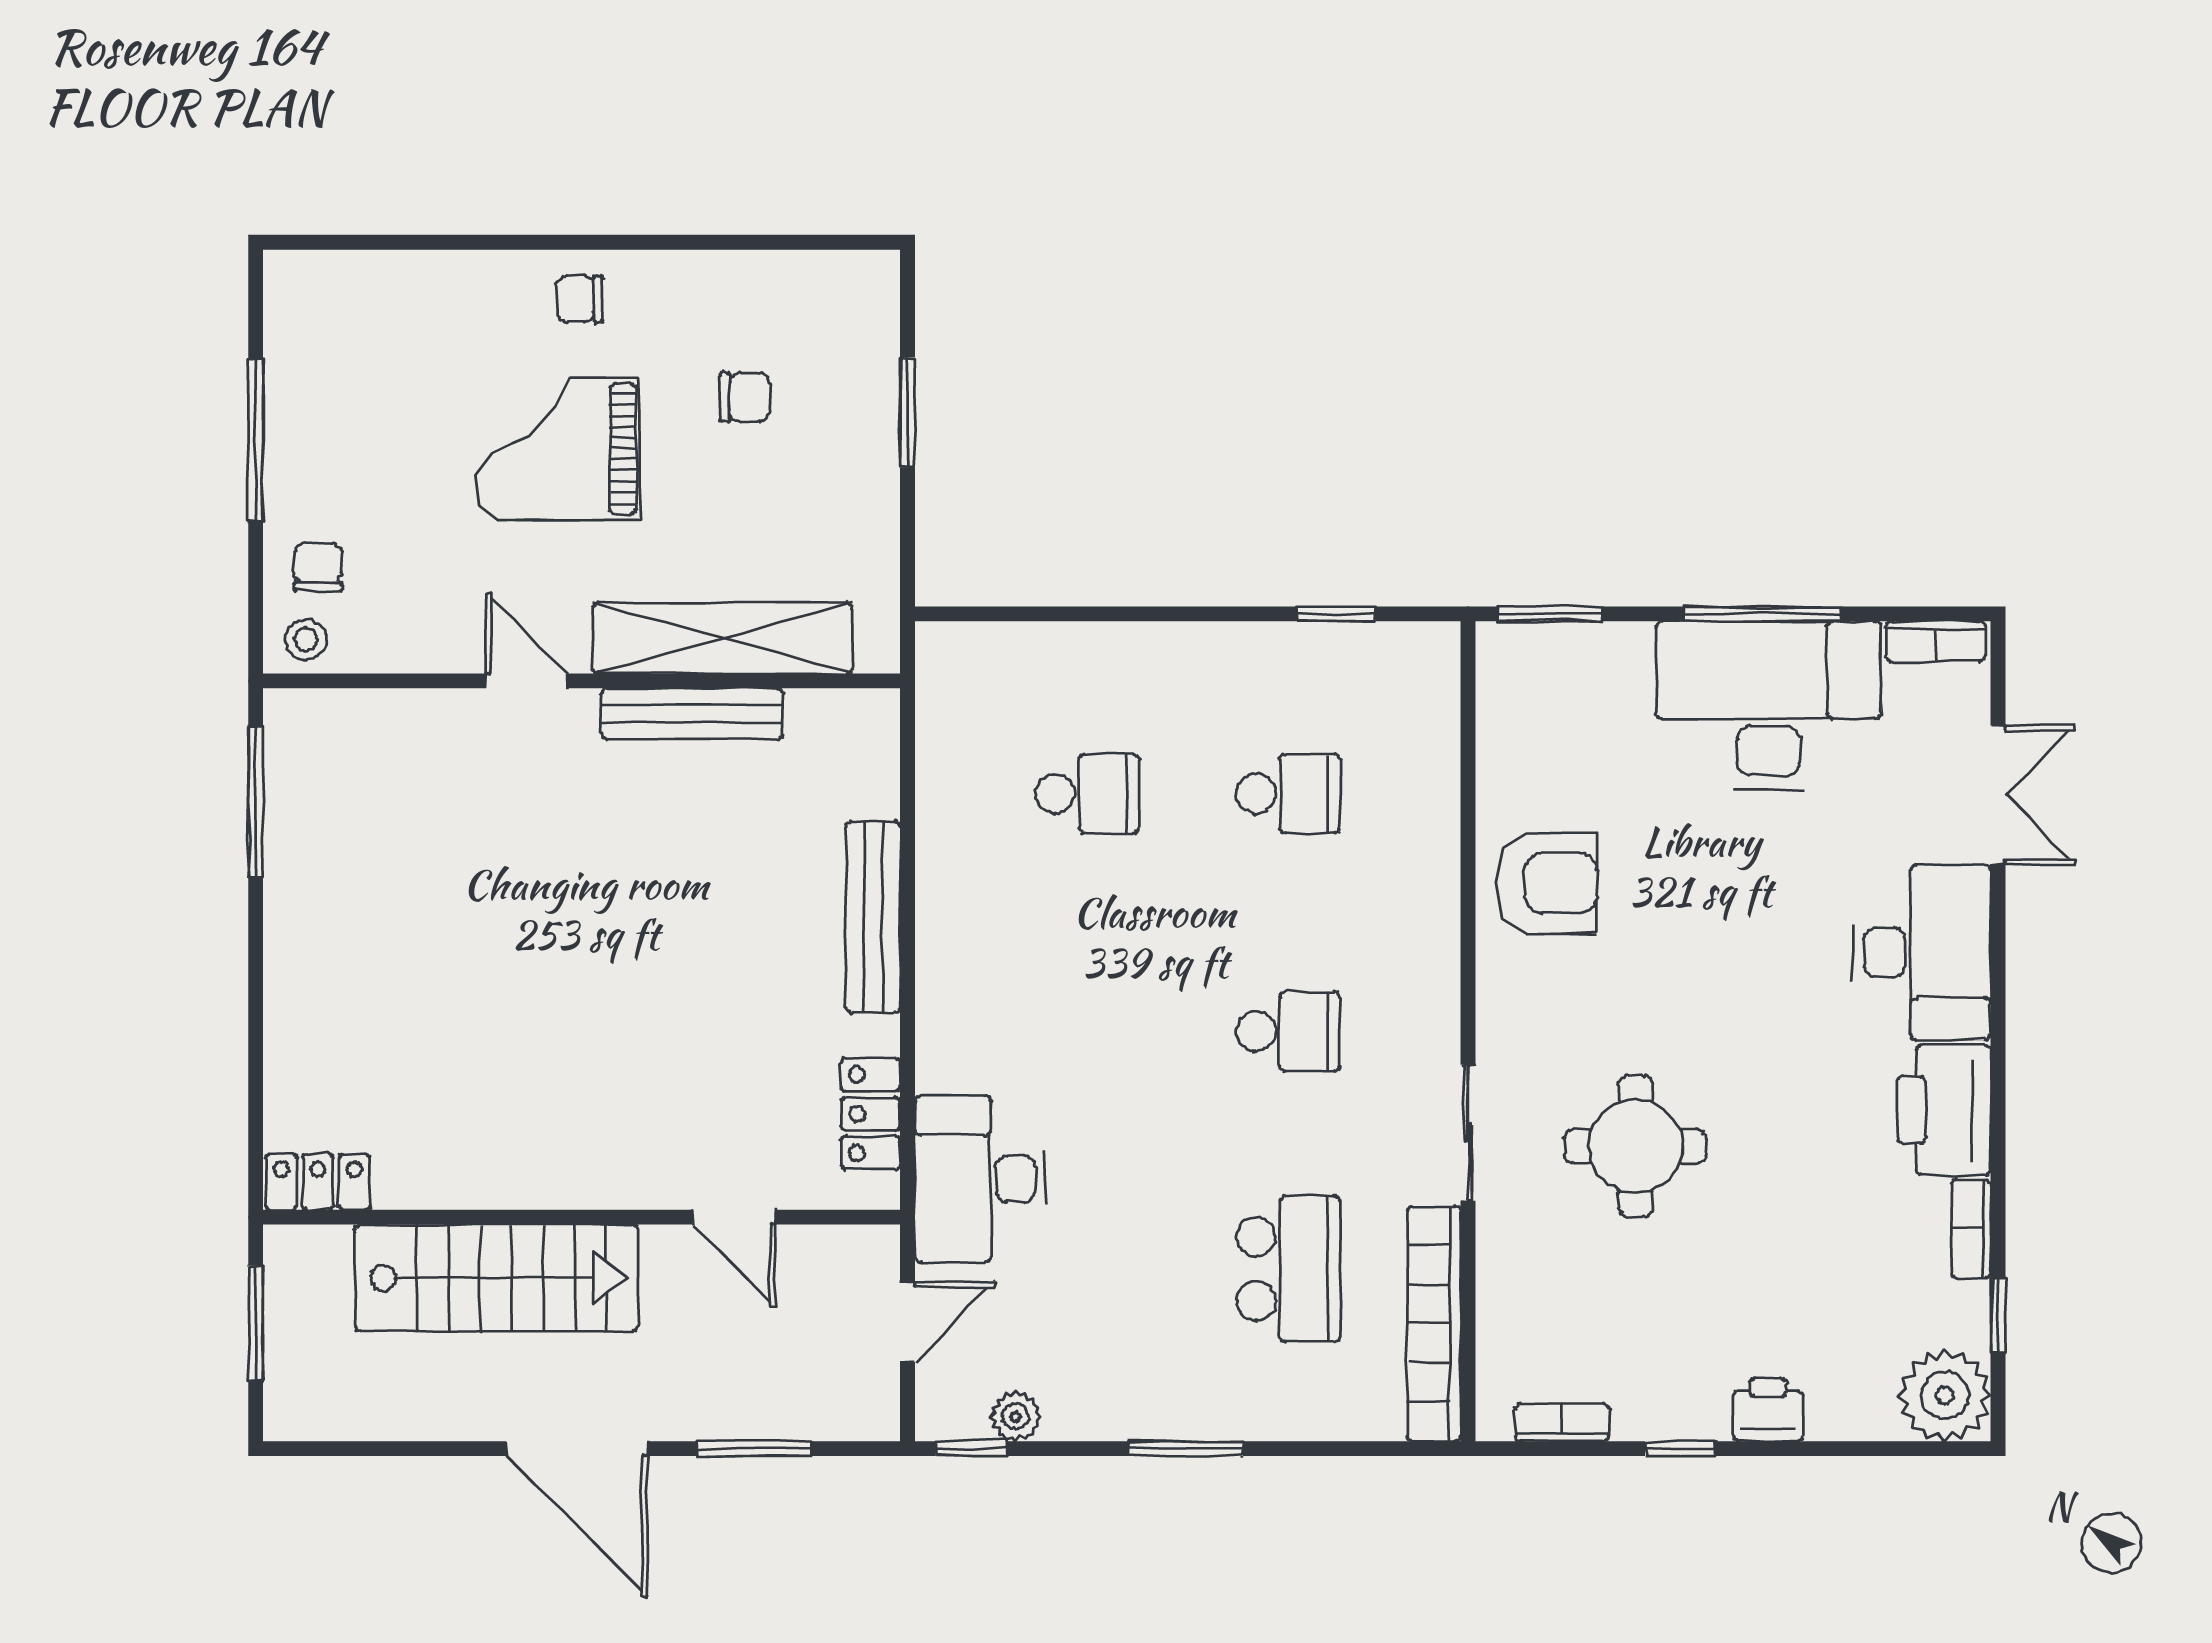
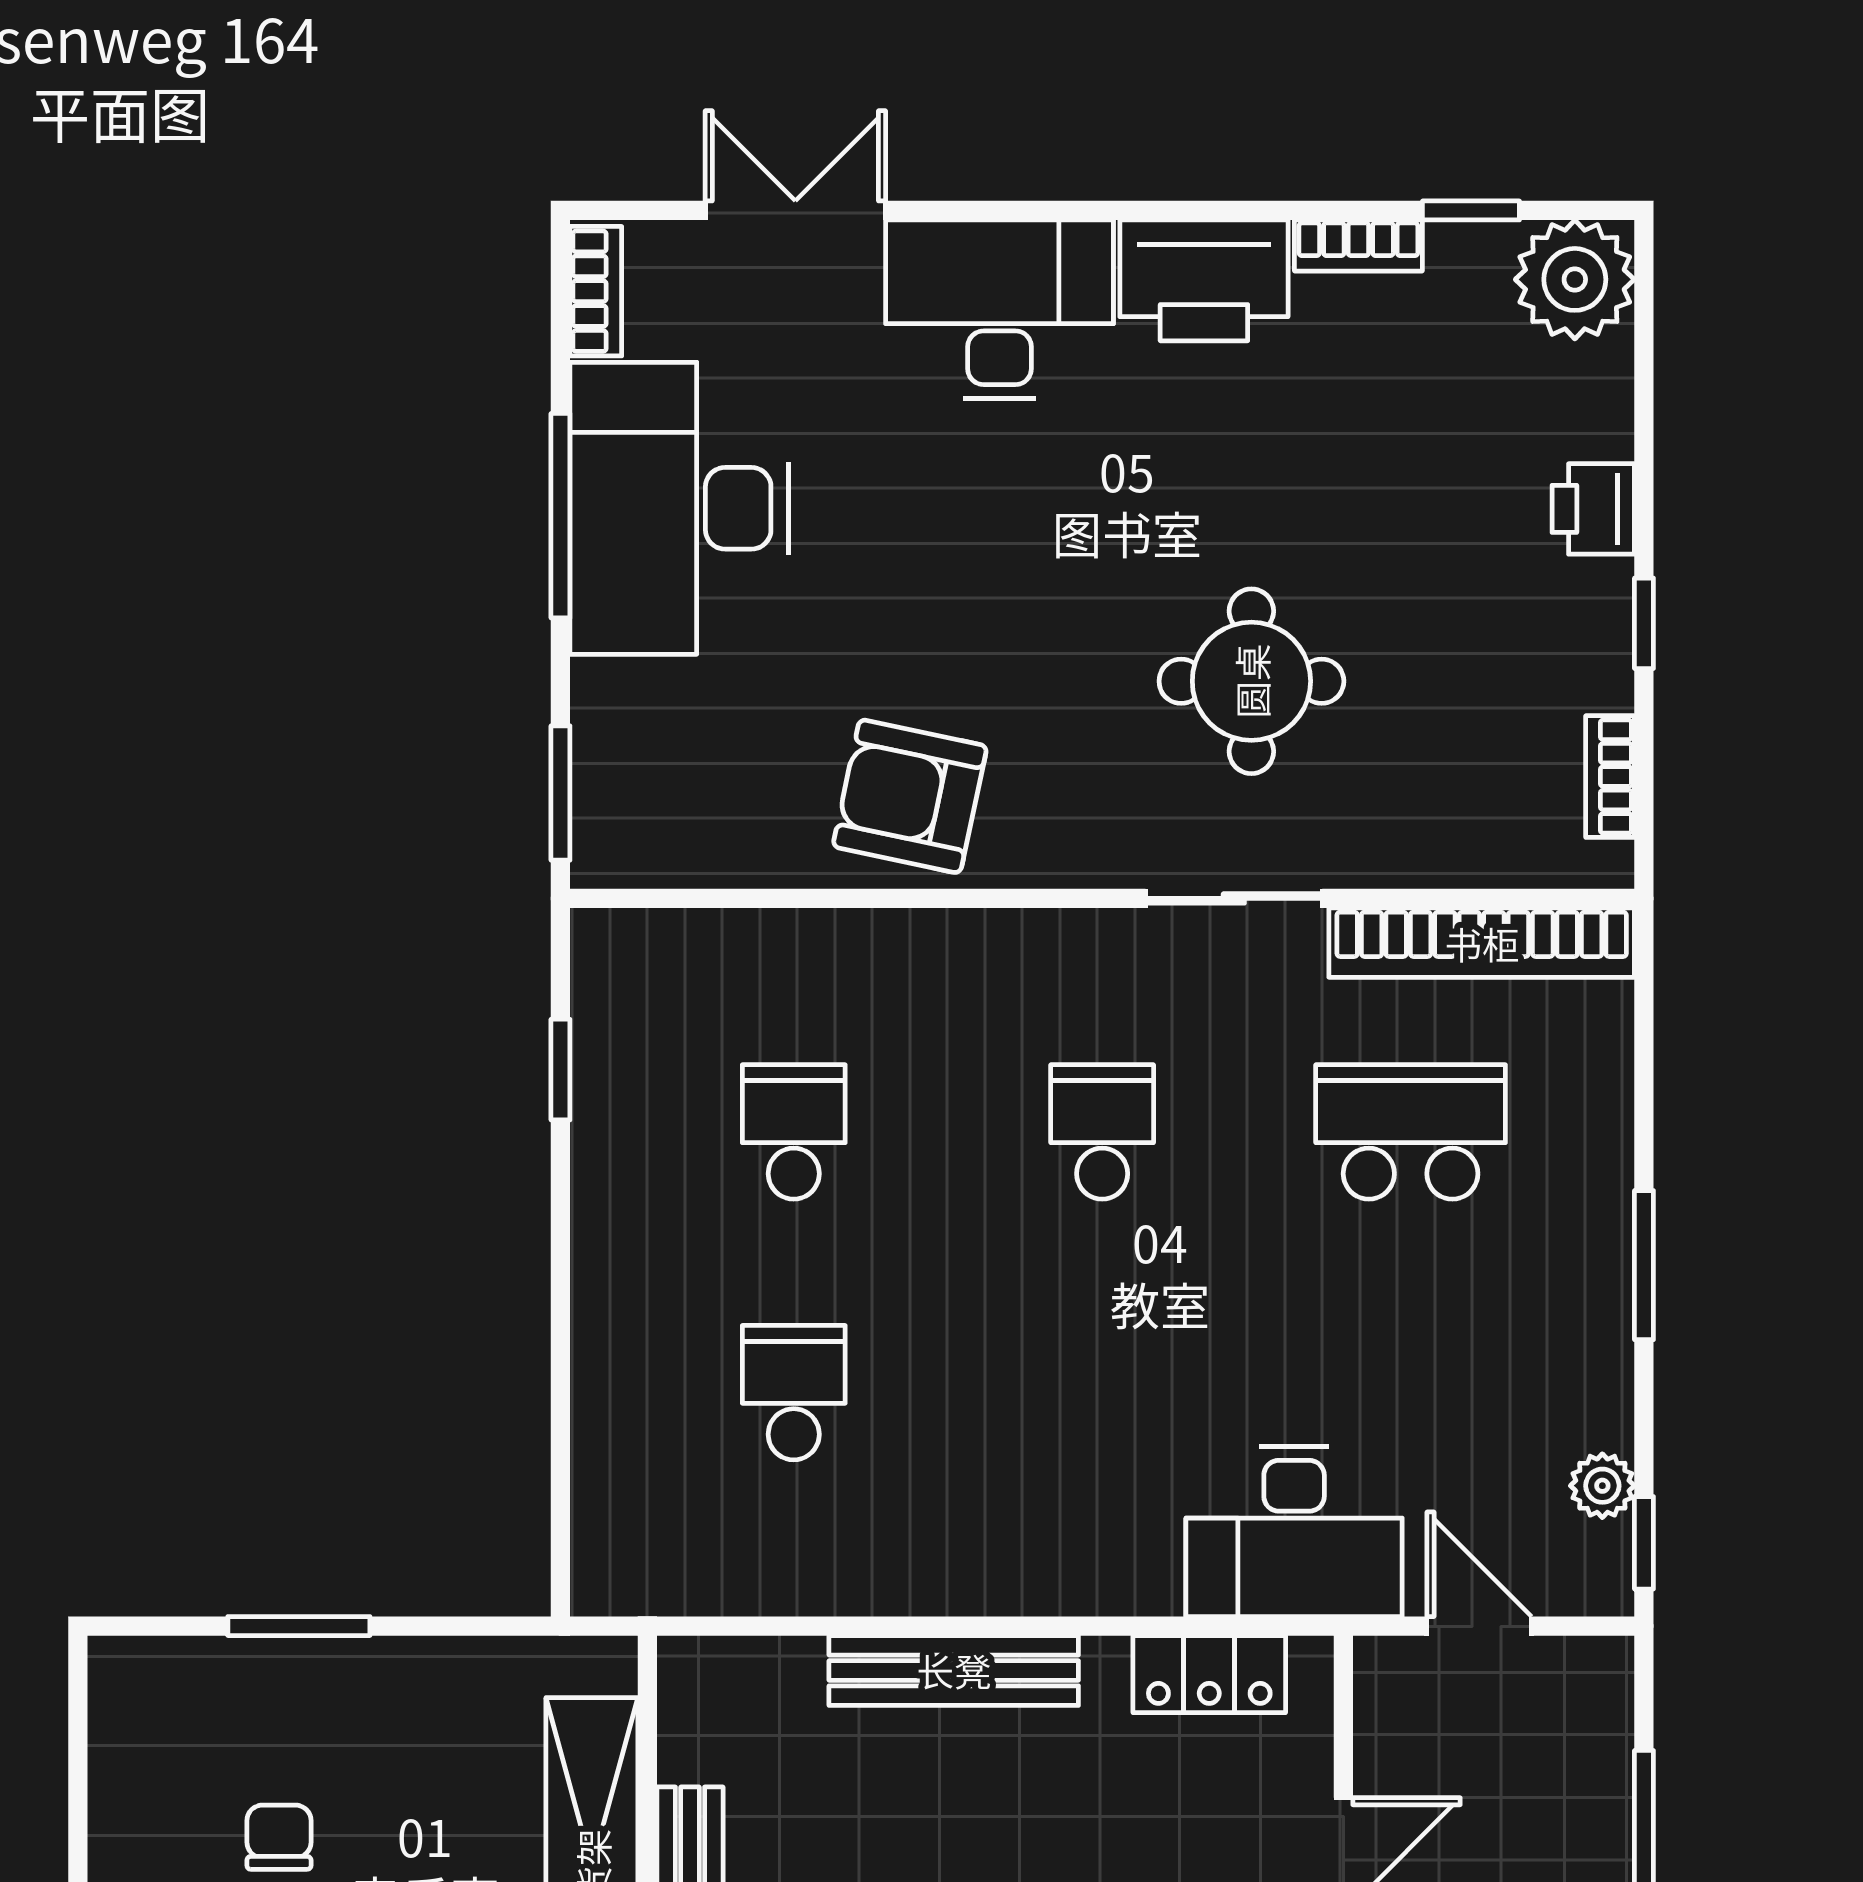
armchair: (1547, 883) -> (910, 796), turned -78

